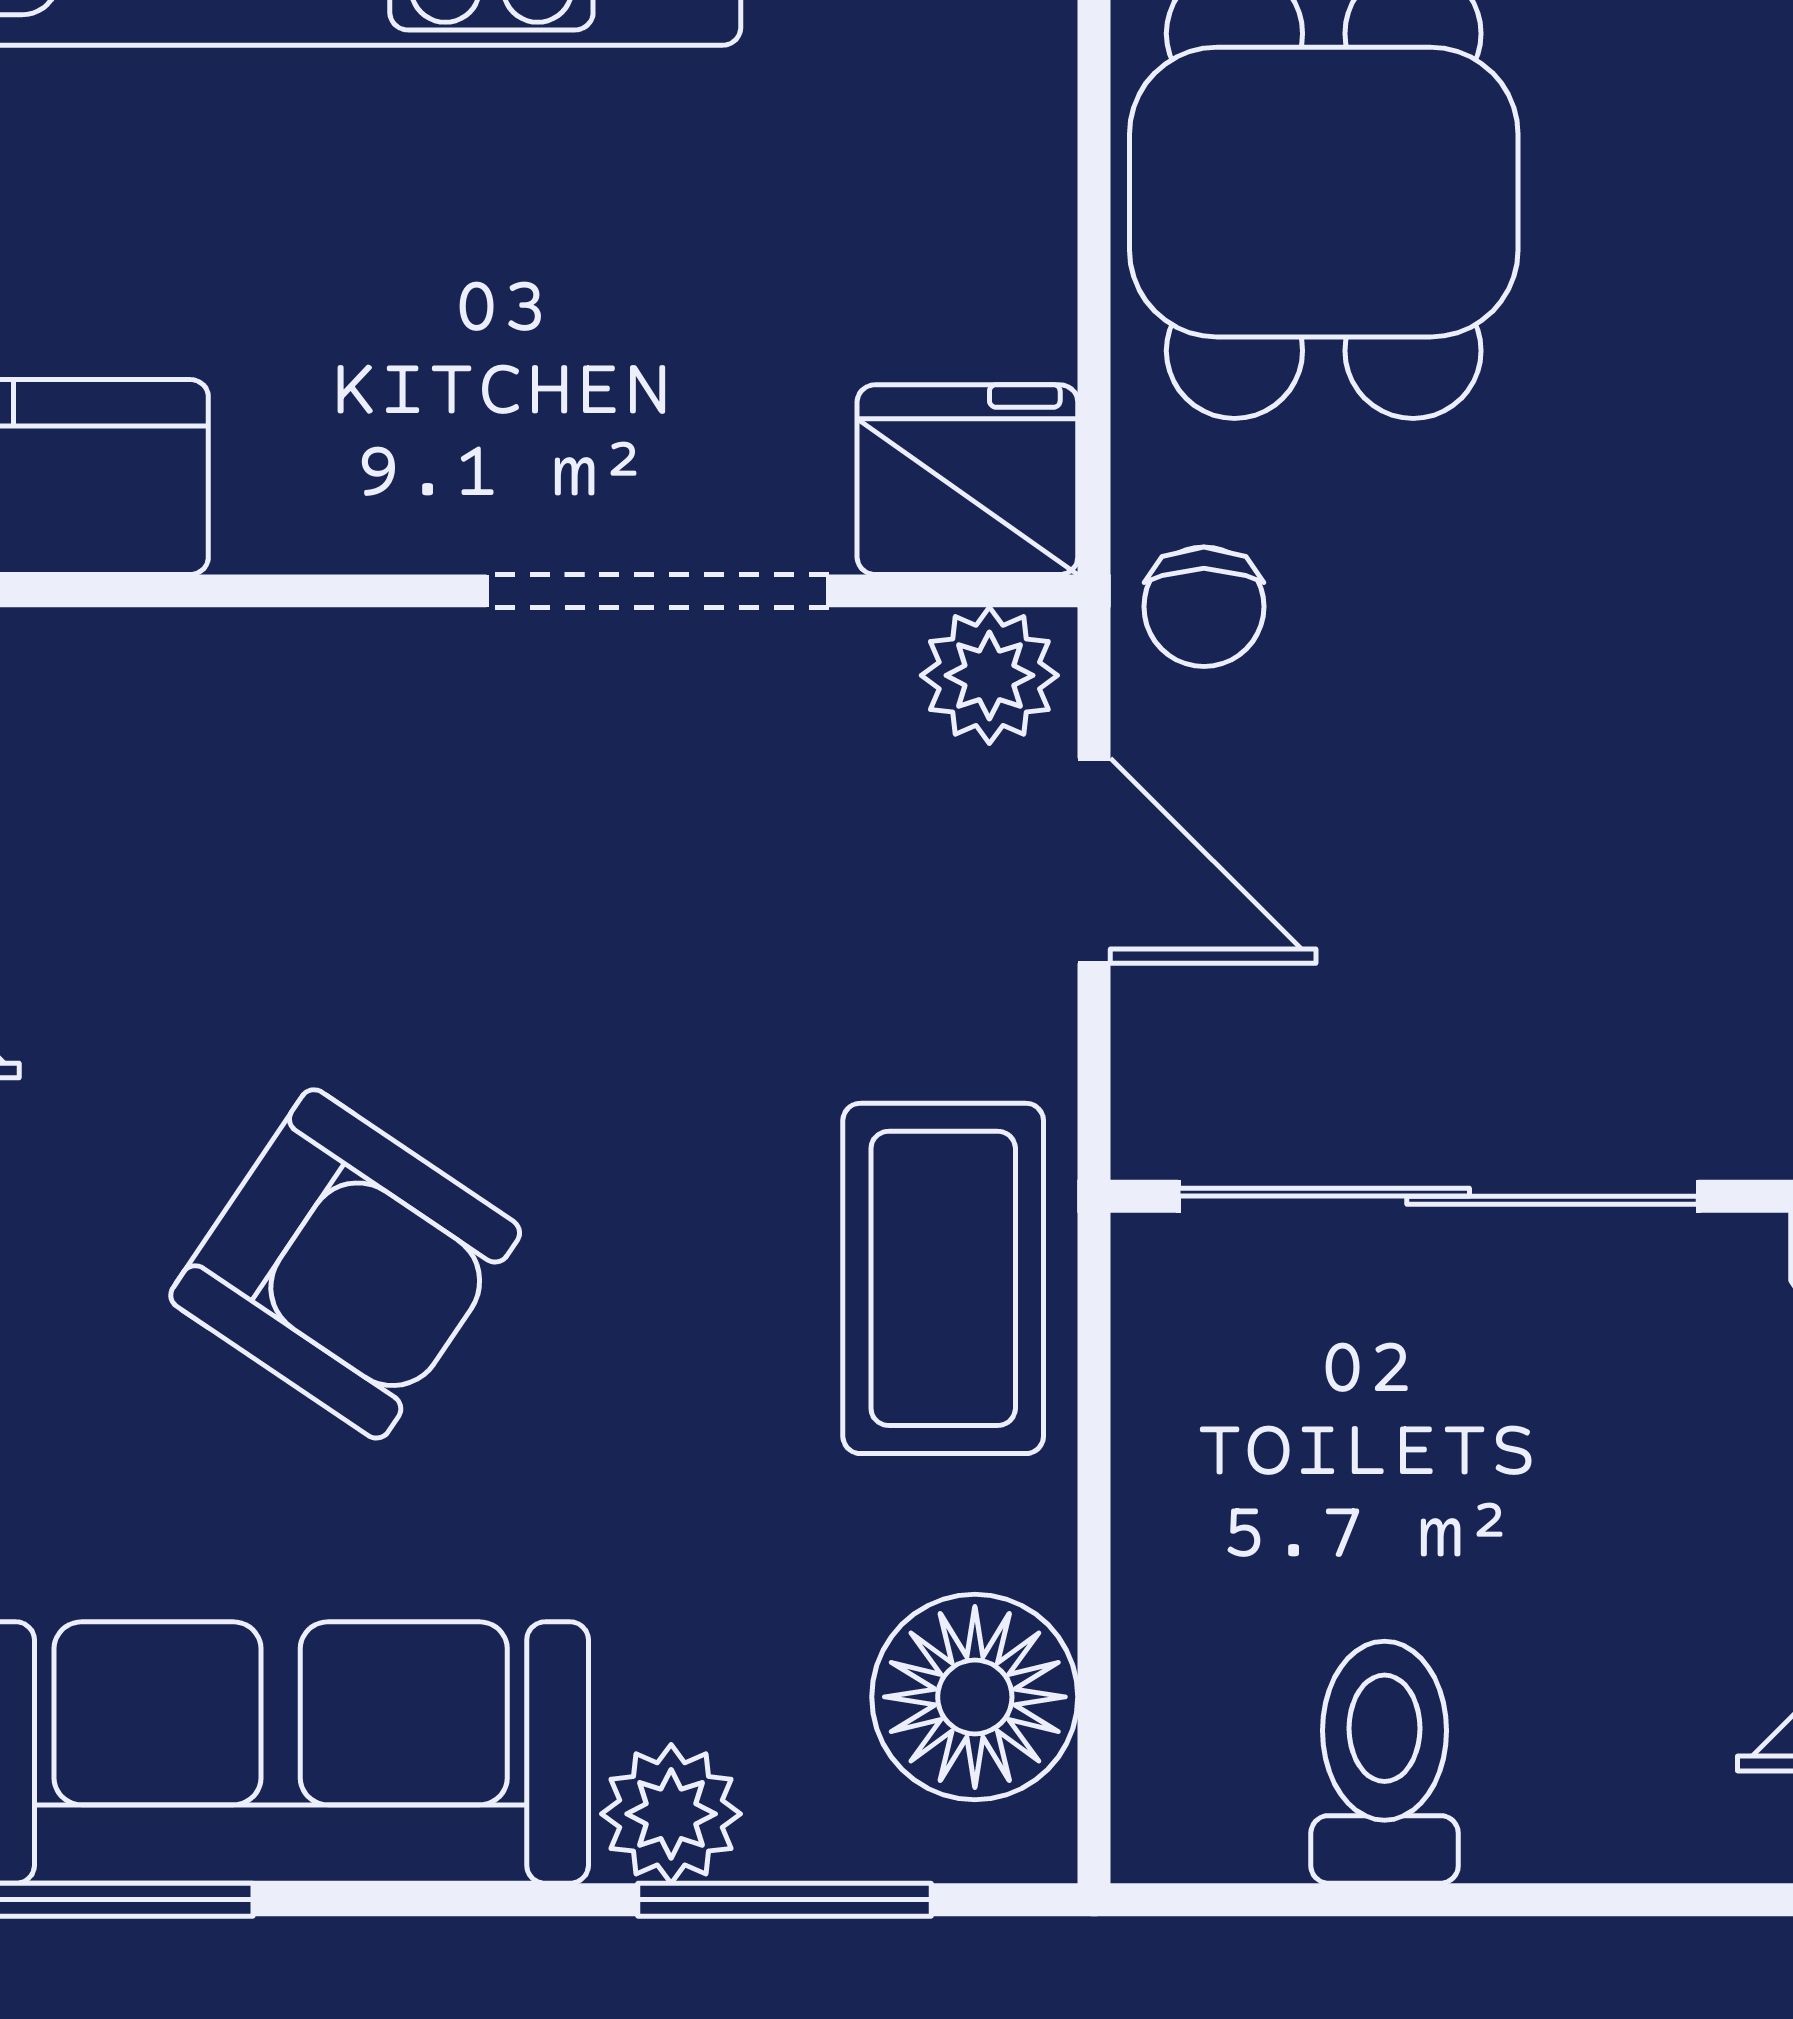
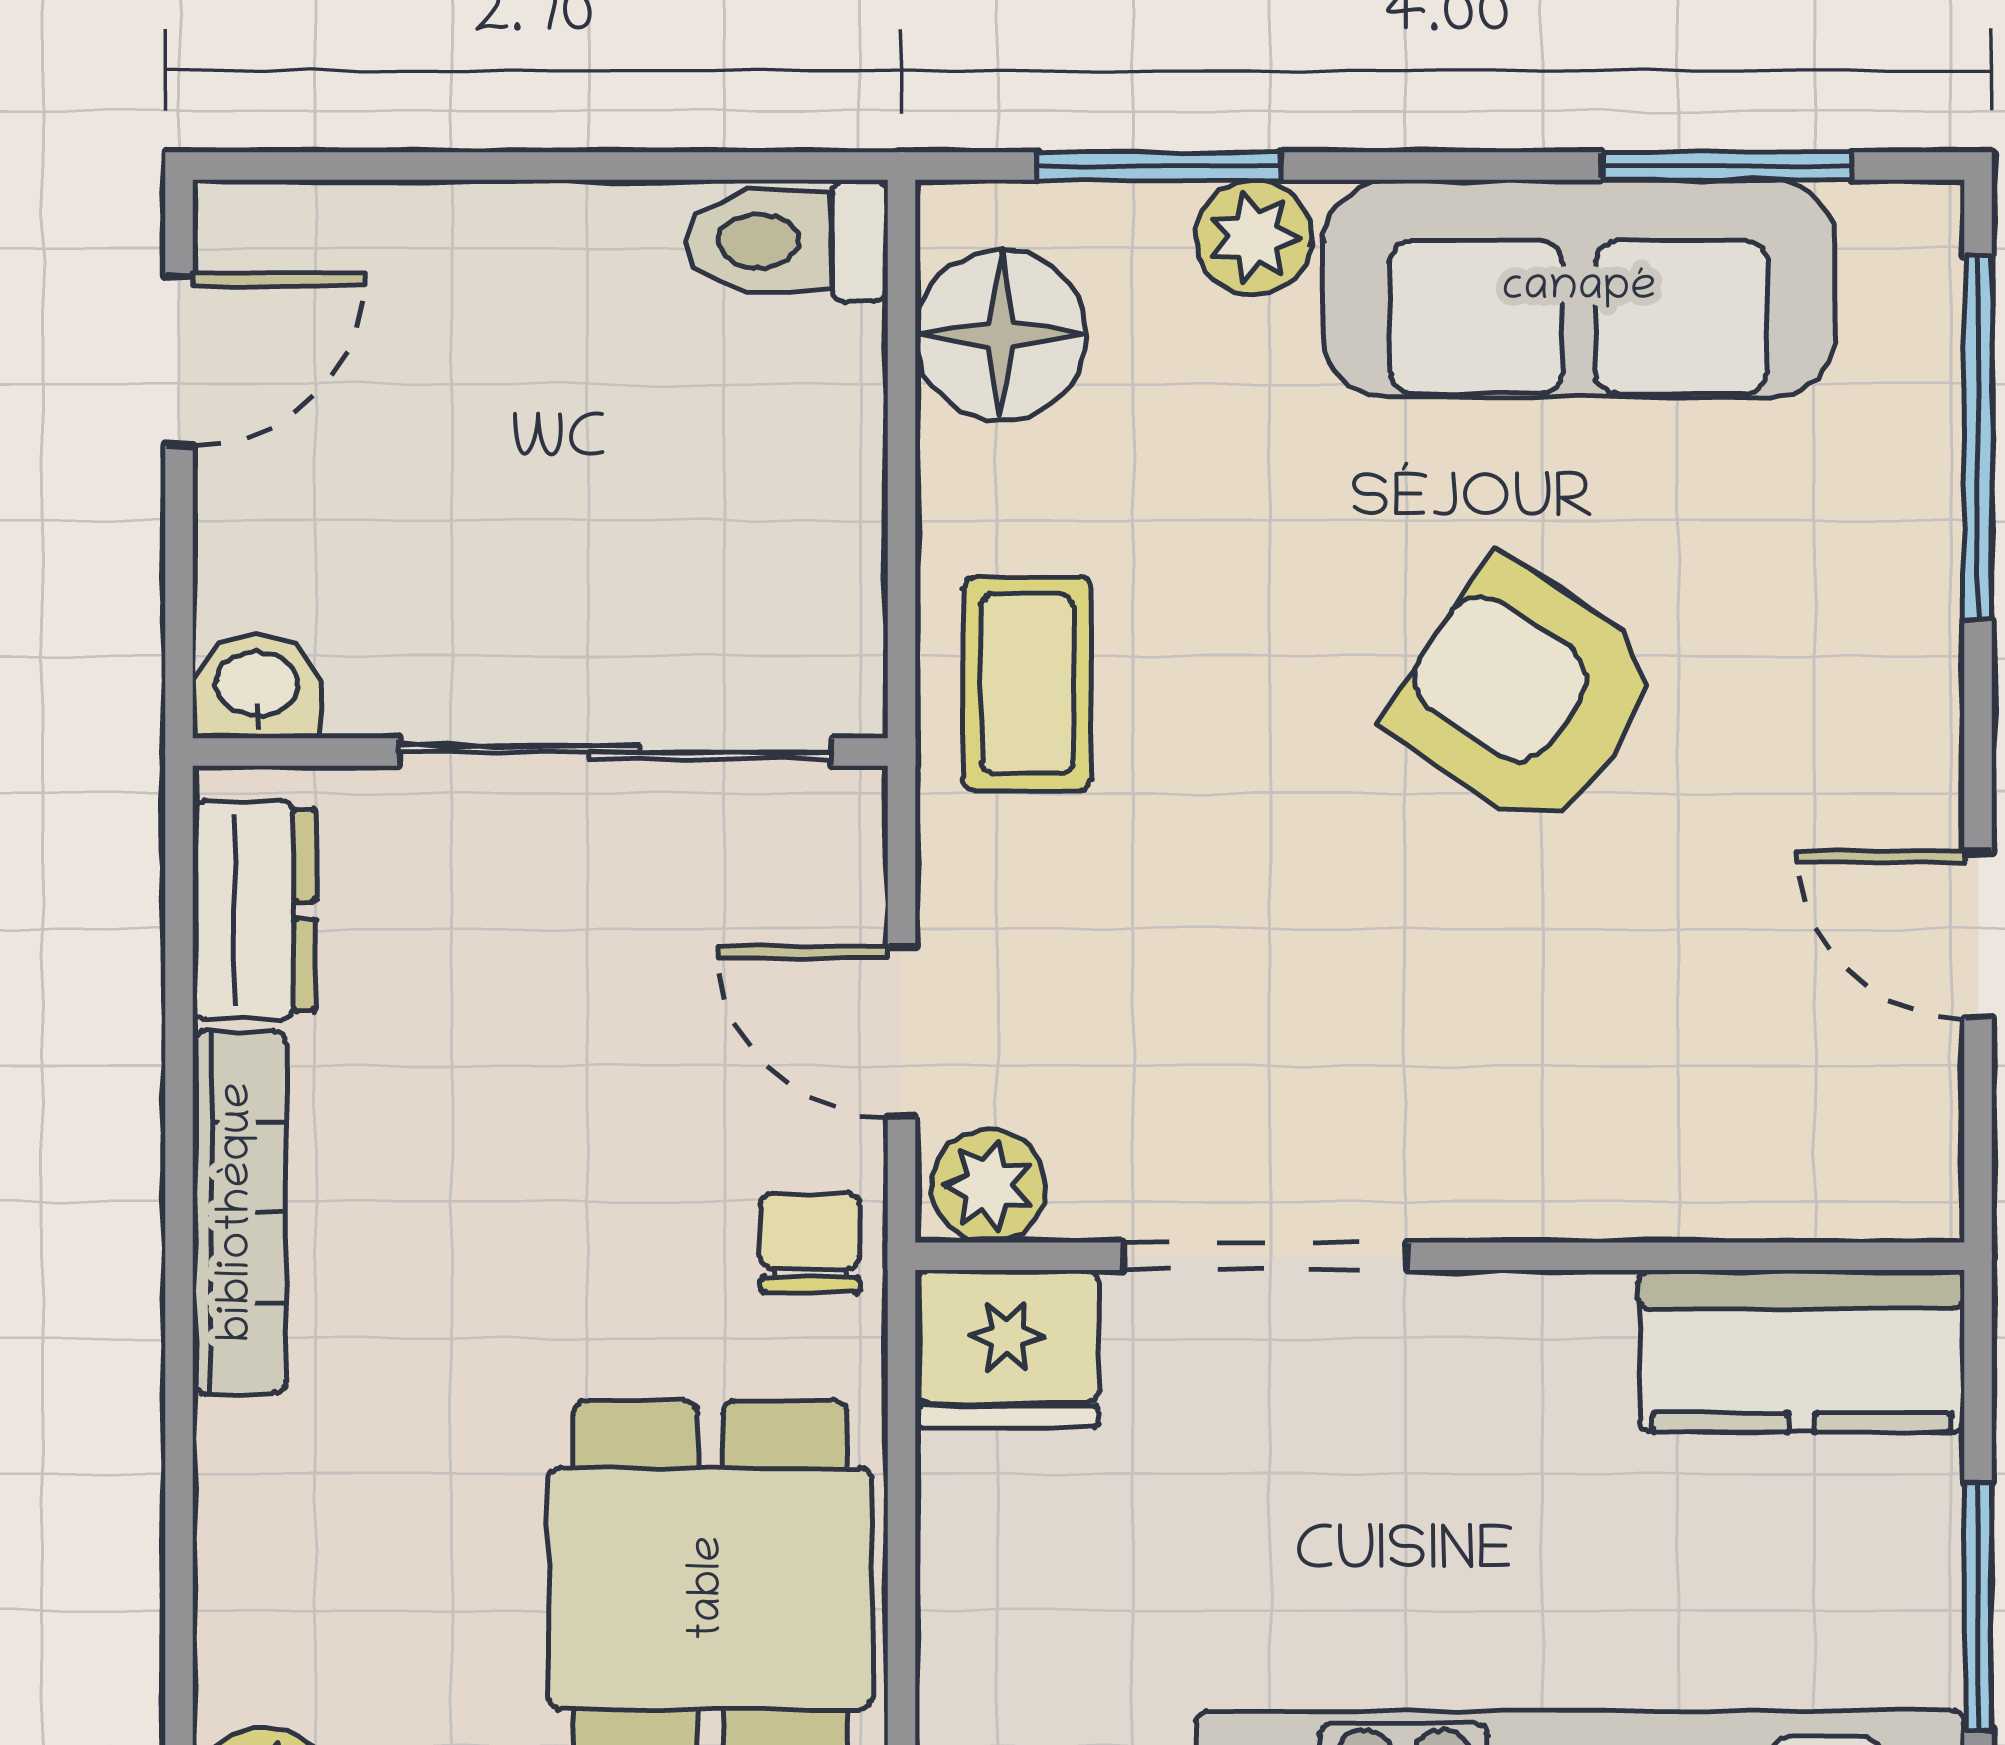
coffee table: (943, 1278) -> (1027, 684), width x0.73, depth x0.77
toilet: (1385, 1762) -> (787, 241), moved, turned 90

